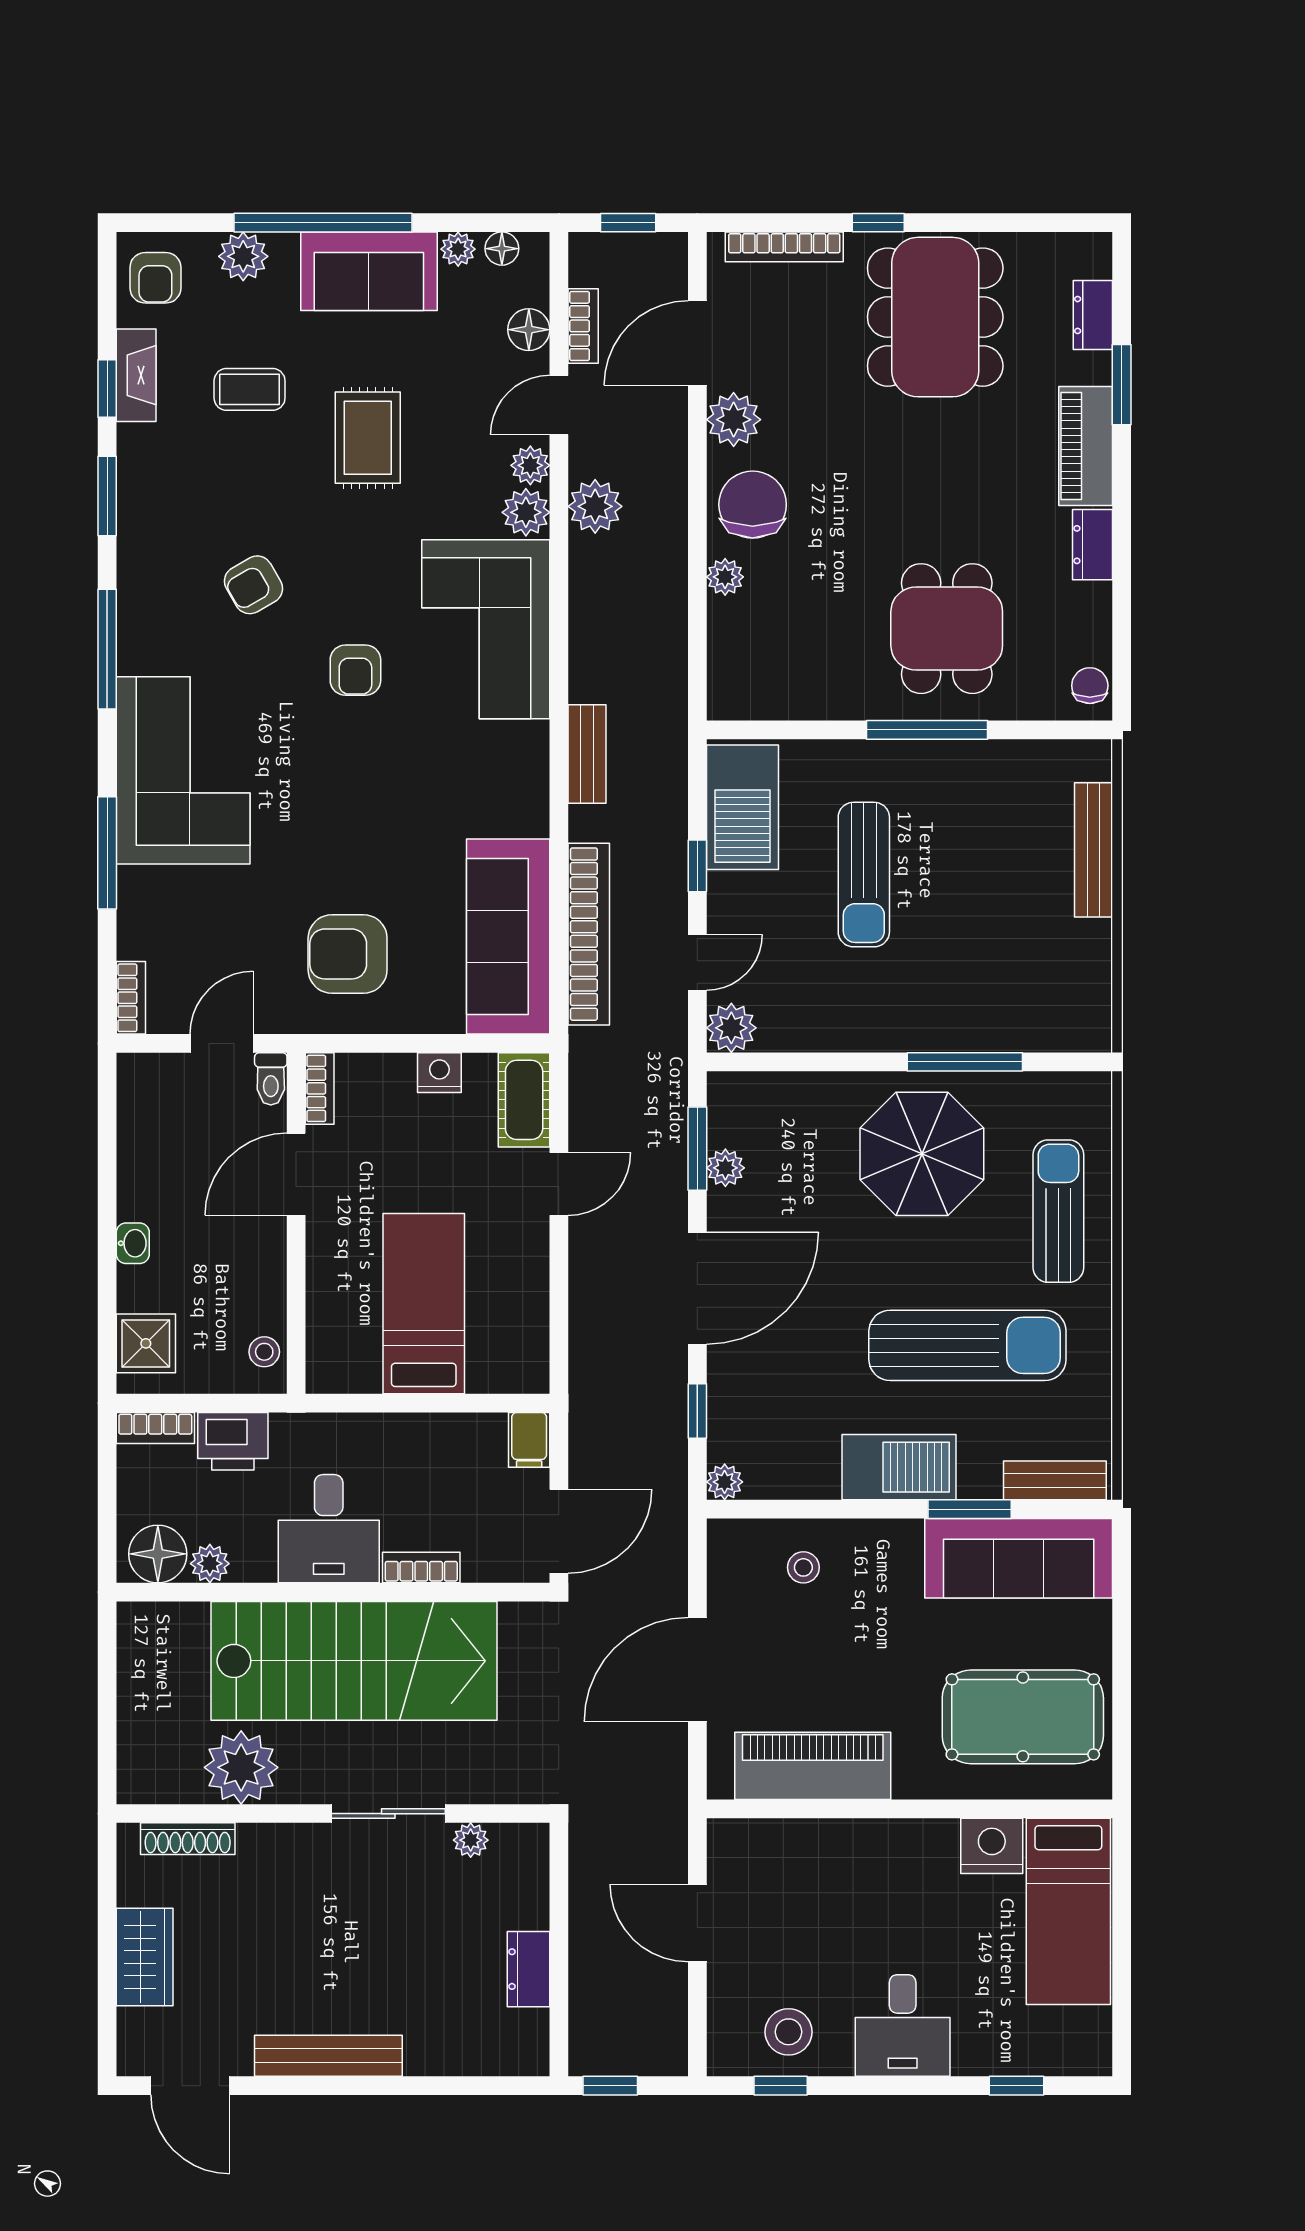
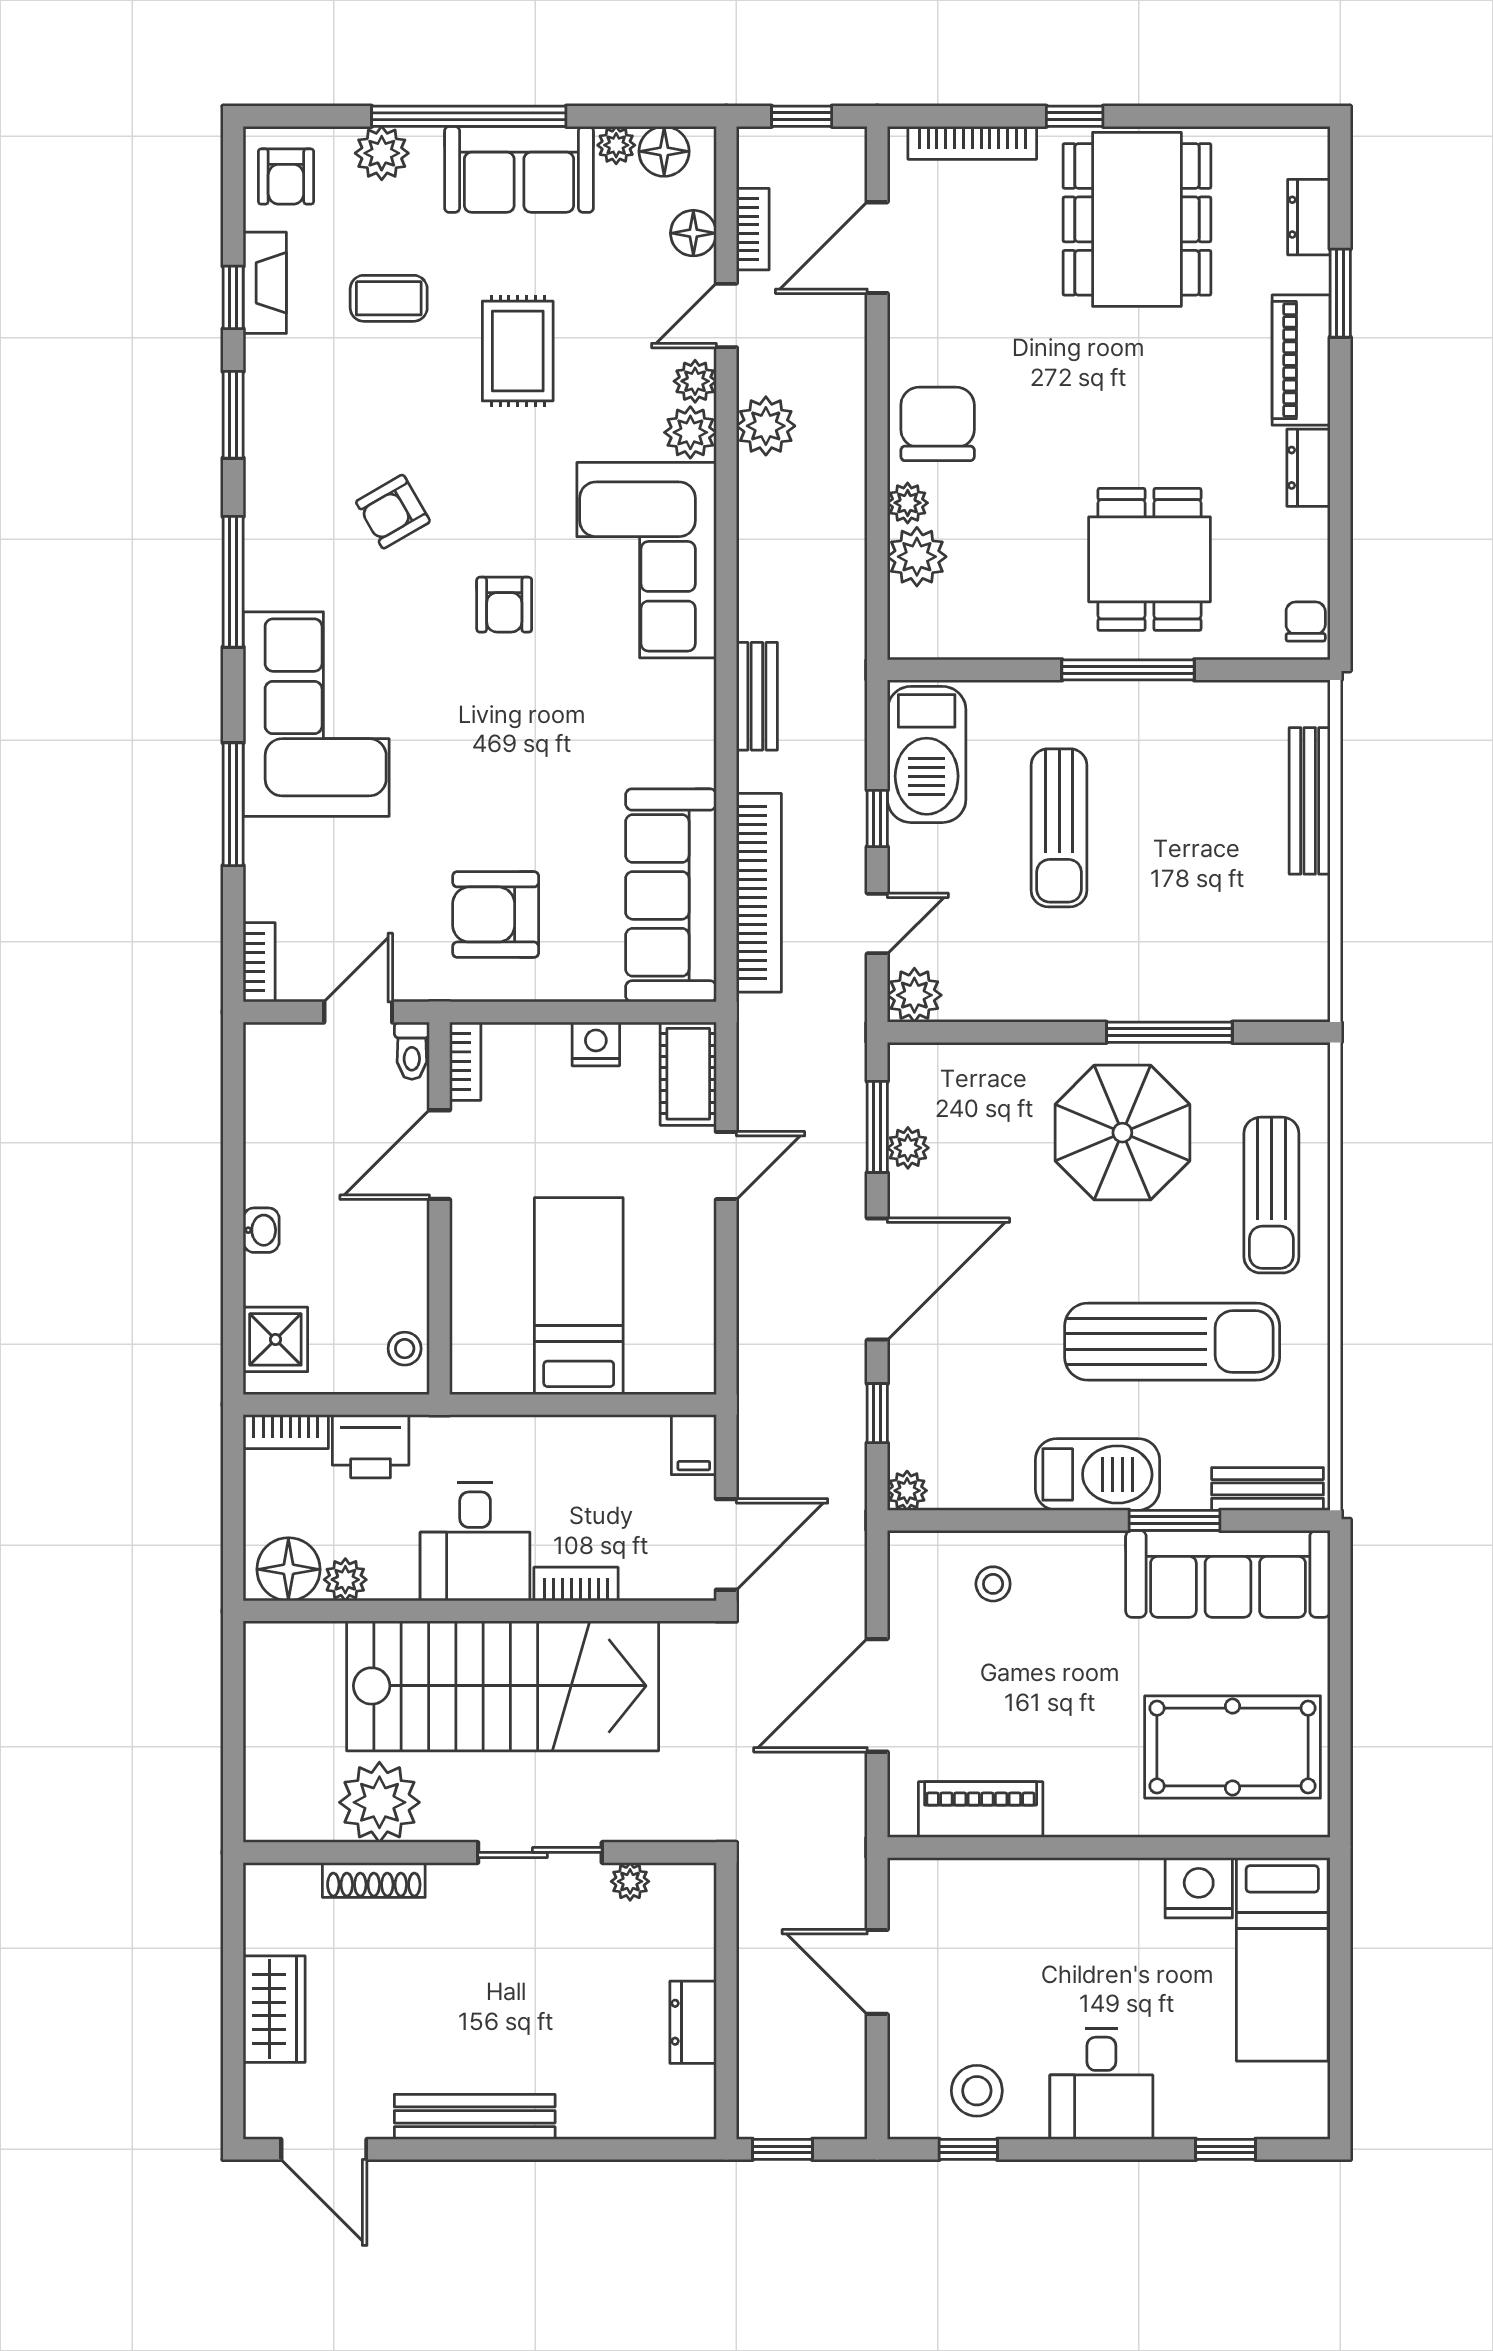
floor lamp: (502, 249) -> (664, 151), width x1.37, depth x1.37
plant: (734, 420) -> (917, 557), moved
sun lounger: (1058, 1211) -> (1271, 1195), turned 180
piano: (813, 1766) -> (981, 1810), width x0.73, depth x0.75
shoe rack: (188, 1839) -> (374, 1880), moved

